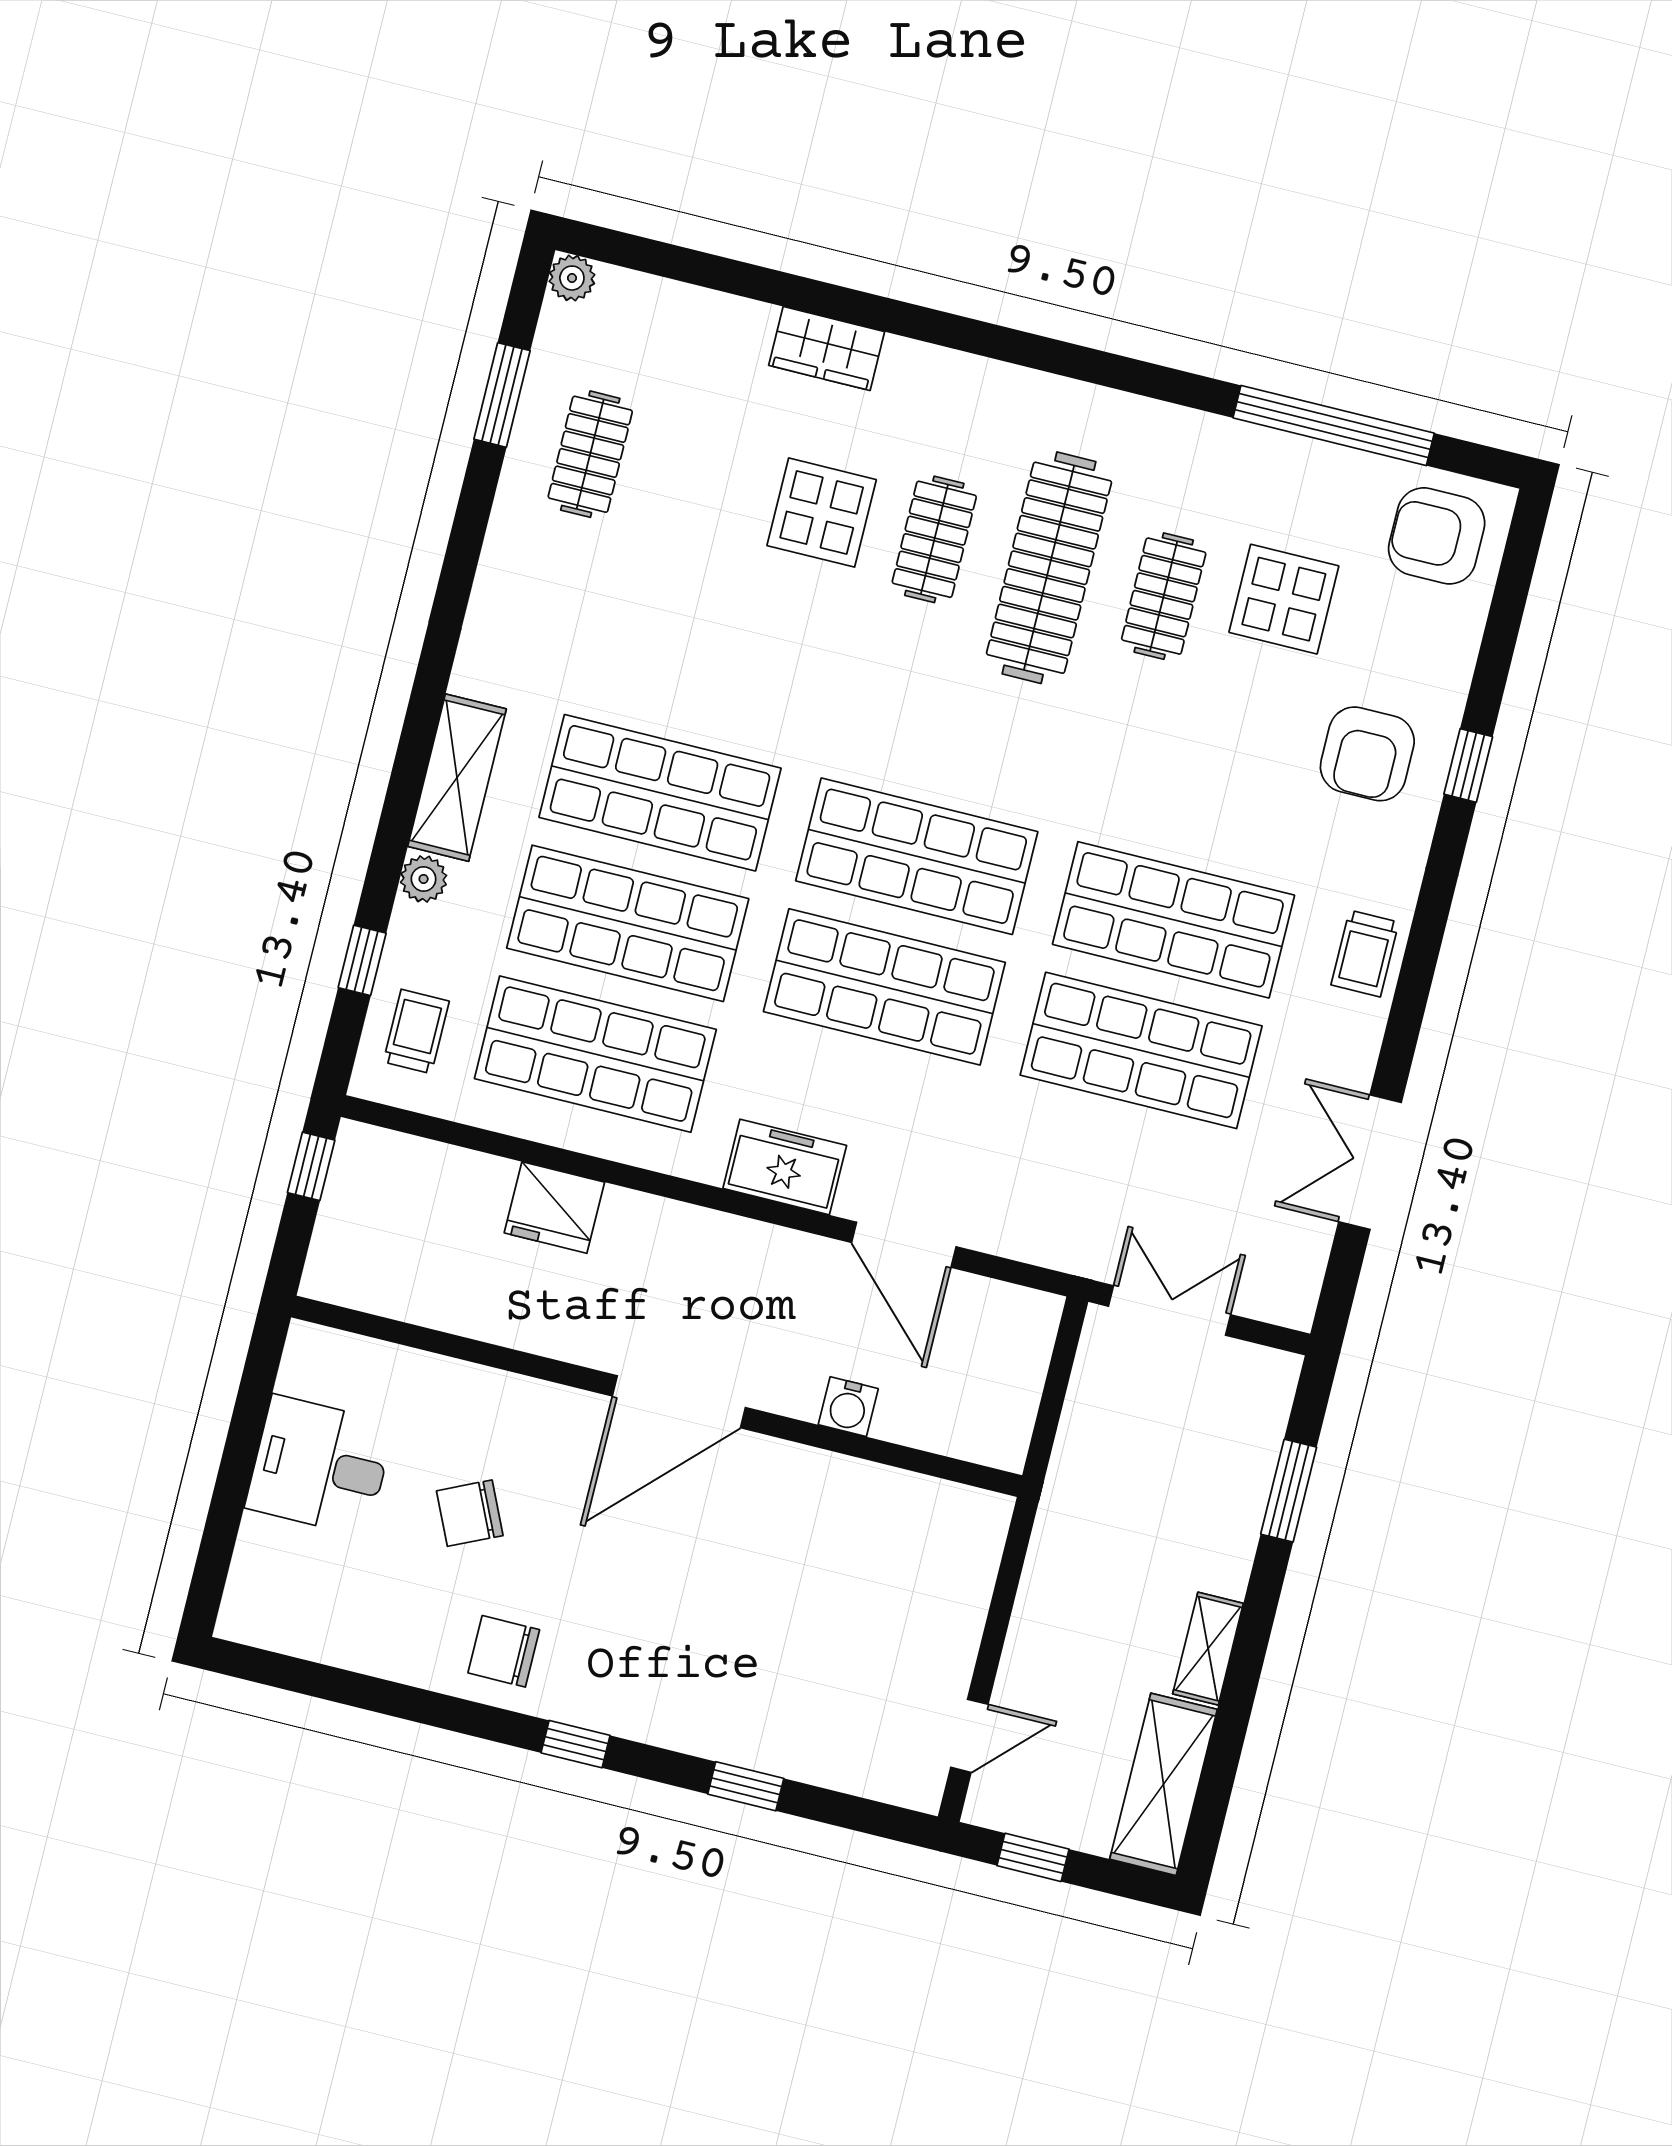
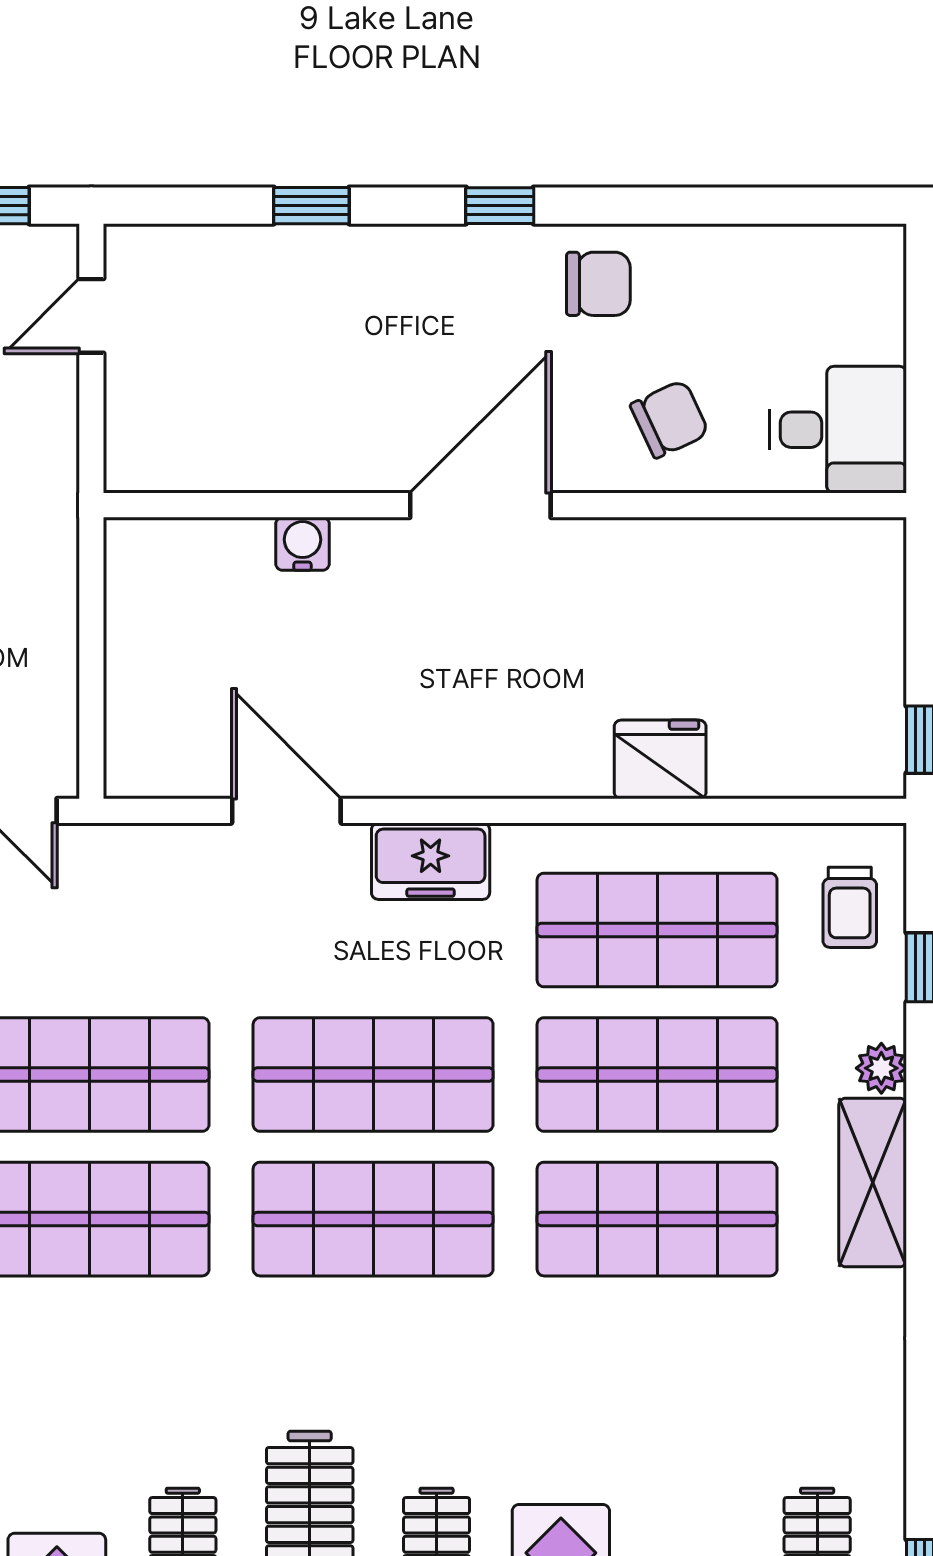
wall: (657, 1396) -> (505, 505), moved
door: (679, 1402) -> (480, 505), moved
water cooler: (848, 1407) -> (302, 544), moved

